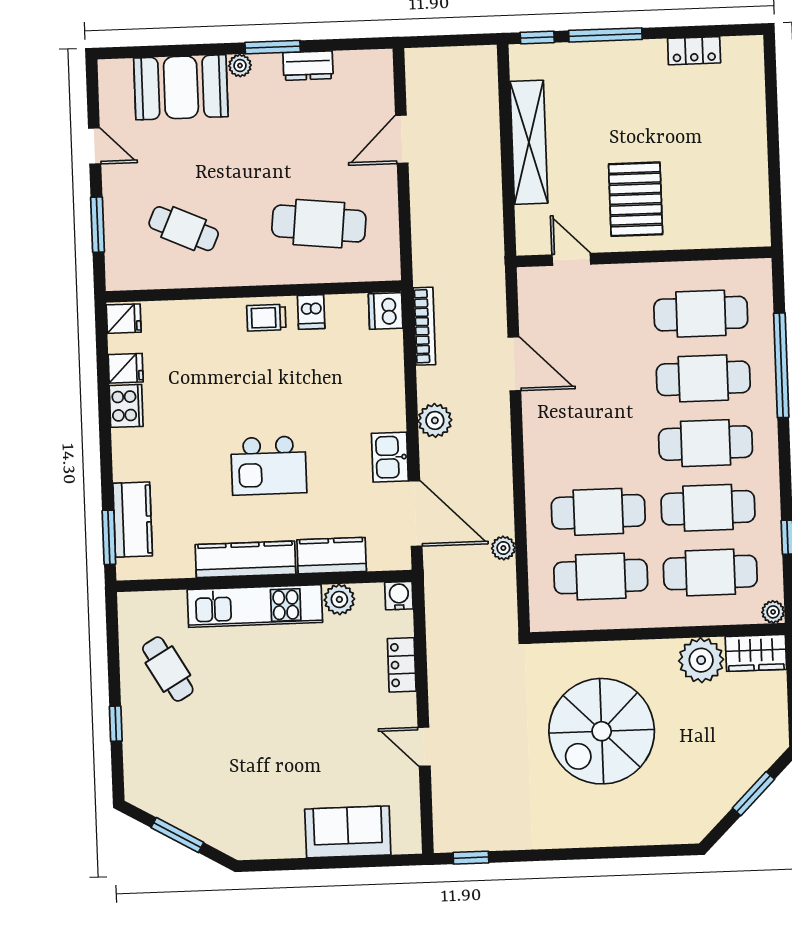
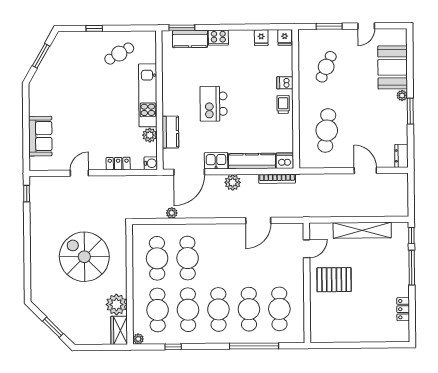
dresser: (308, 66) -> (401, 156), moved
dishwasher: (311, 312) -> (285, 83), moved
cooker: (126, 406) -> (218, 38), moved
kitchen counter: (245, 559) -> (252, 161), moved, turned -90

